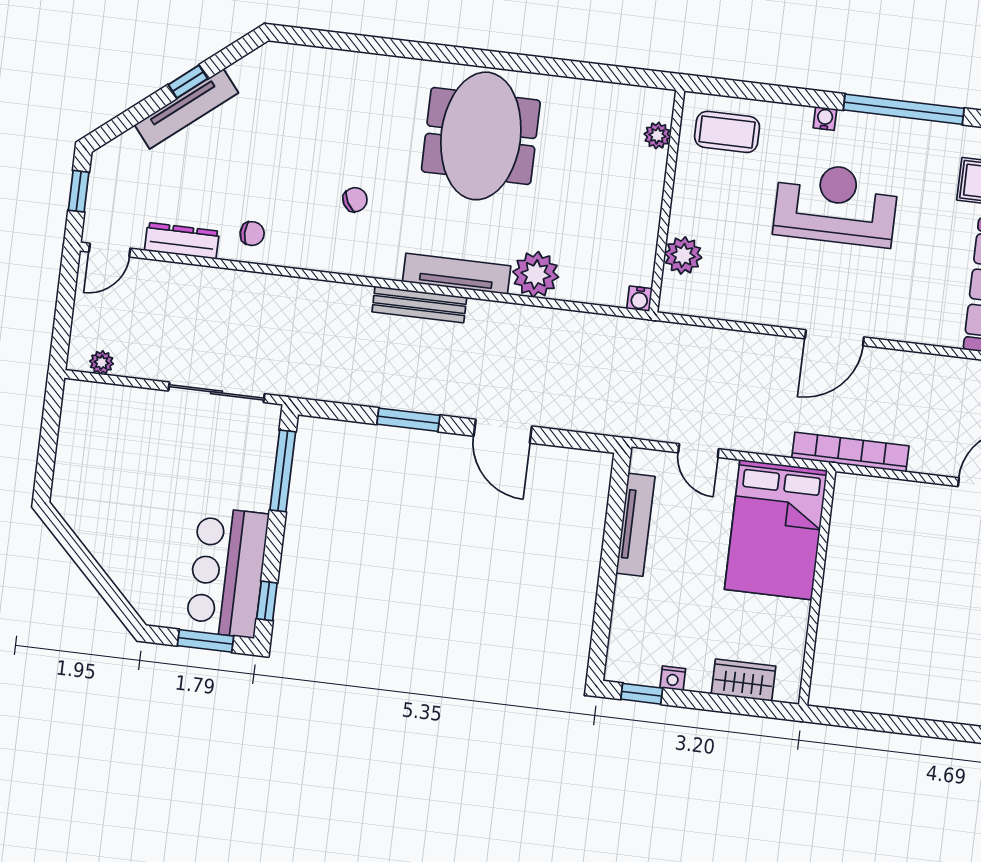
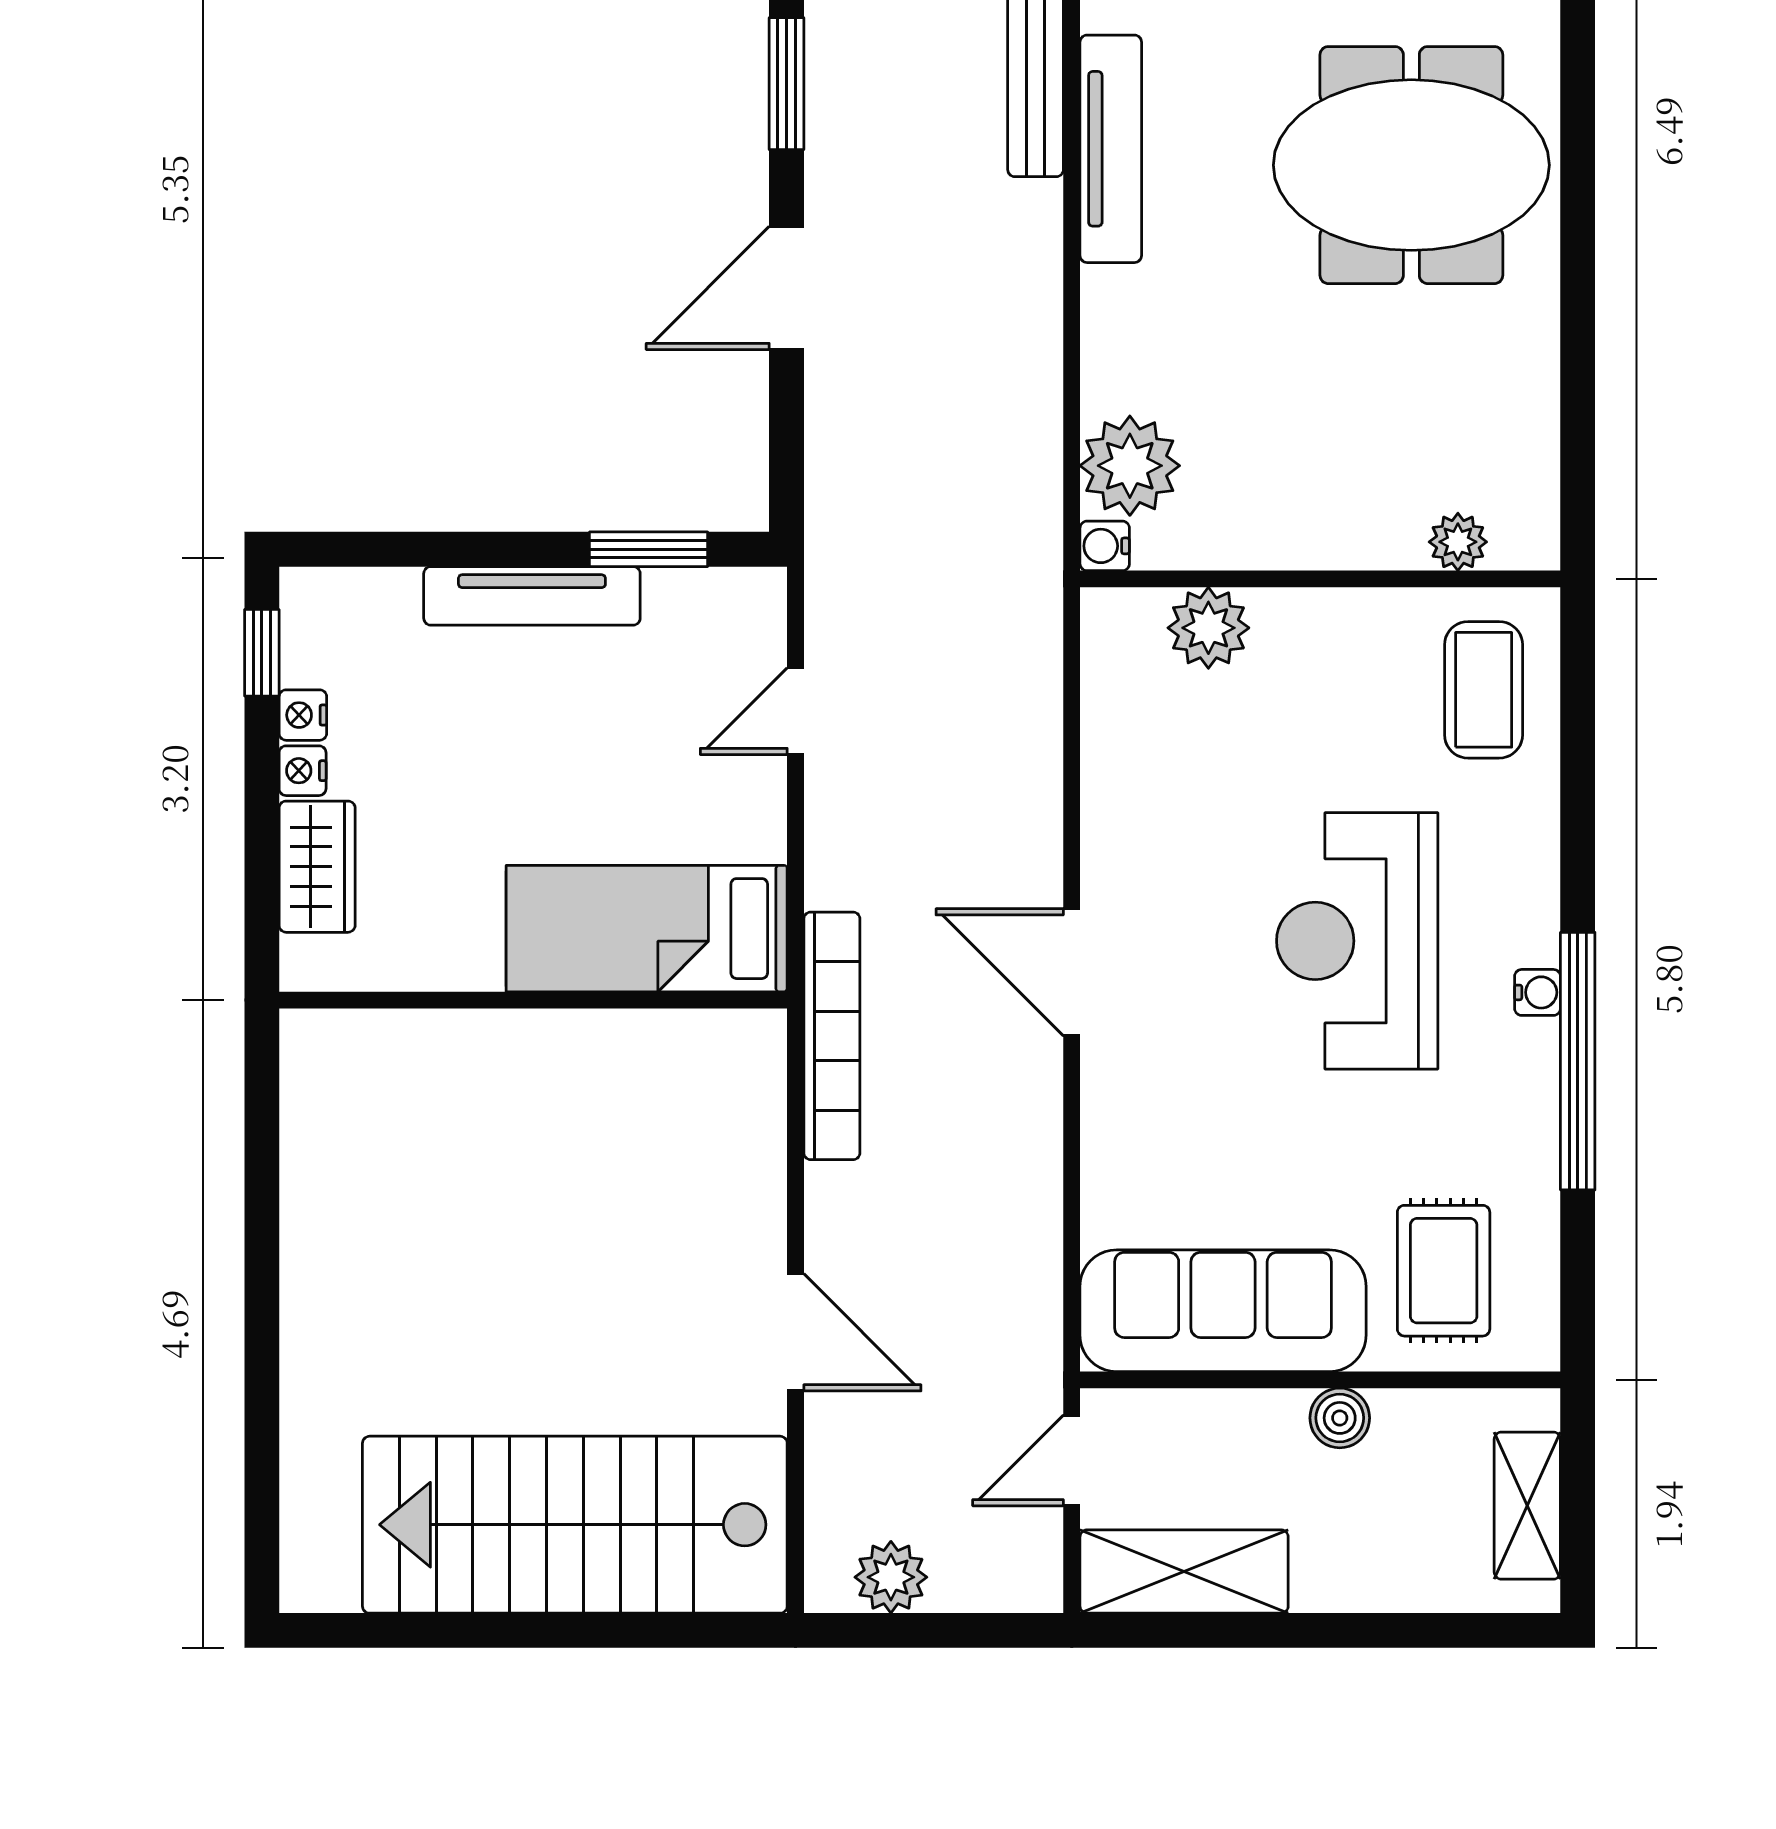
water cooler: (825, 119) -> (1538, 992), moved
reception desk: (836, 204) -> (1357, 941), turned 180
plant: (536, 274) -> (1130, 466), moved
window: (616, 509) -> (649, 549), added
tv unit: (636, 525) -> (532, 596), moved
bed: (776, 530) -> (647, 929), width x0.67
nightstand: (698, 681) -> (303, 771), added

